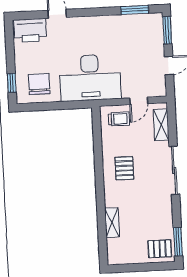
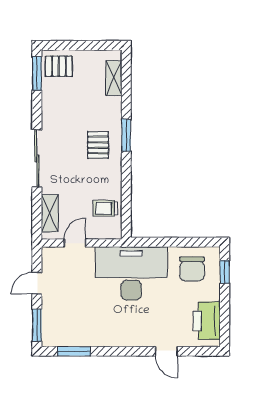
printer: (30, 30) -> (207, 321), moved, turned -90
trolley: (119, 119) -> (105, 208), moved
pallet: (124, 168) -> (98, 145), moved
window: (100, 193) -> (126, 135), added
shelving: (112, 223) -> (114, 78), moved

